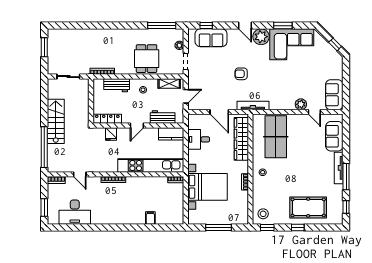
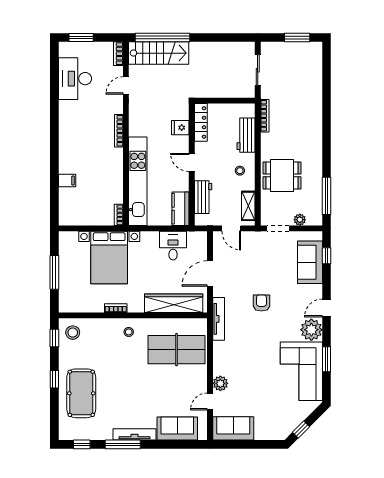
stairs: (56, 121) -> (159, 53), moved

